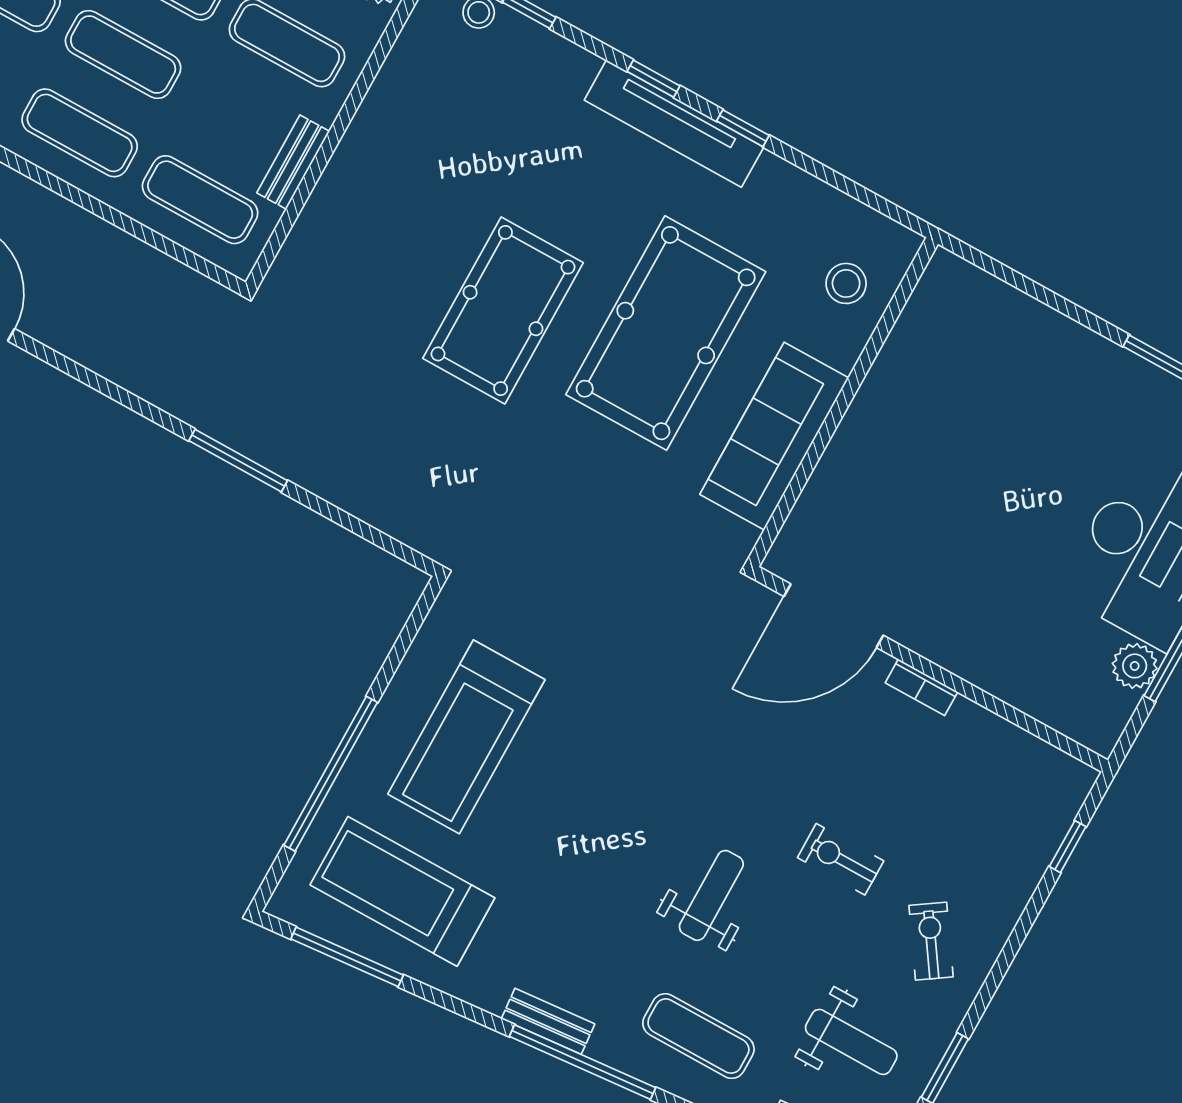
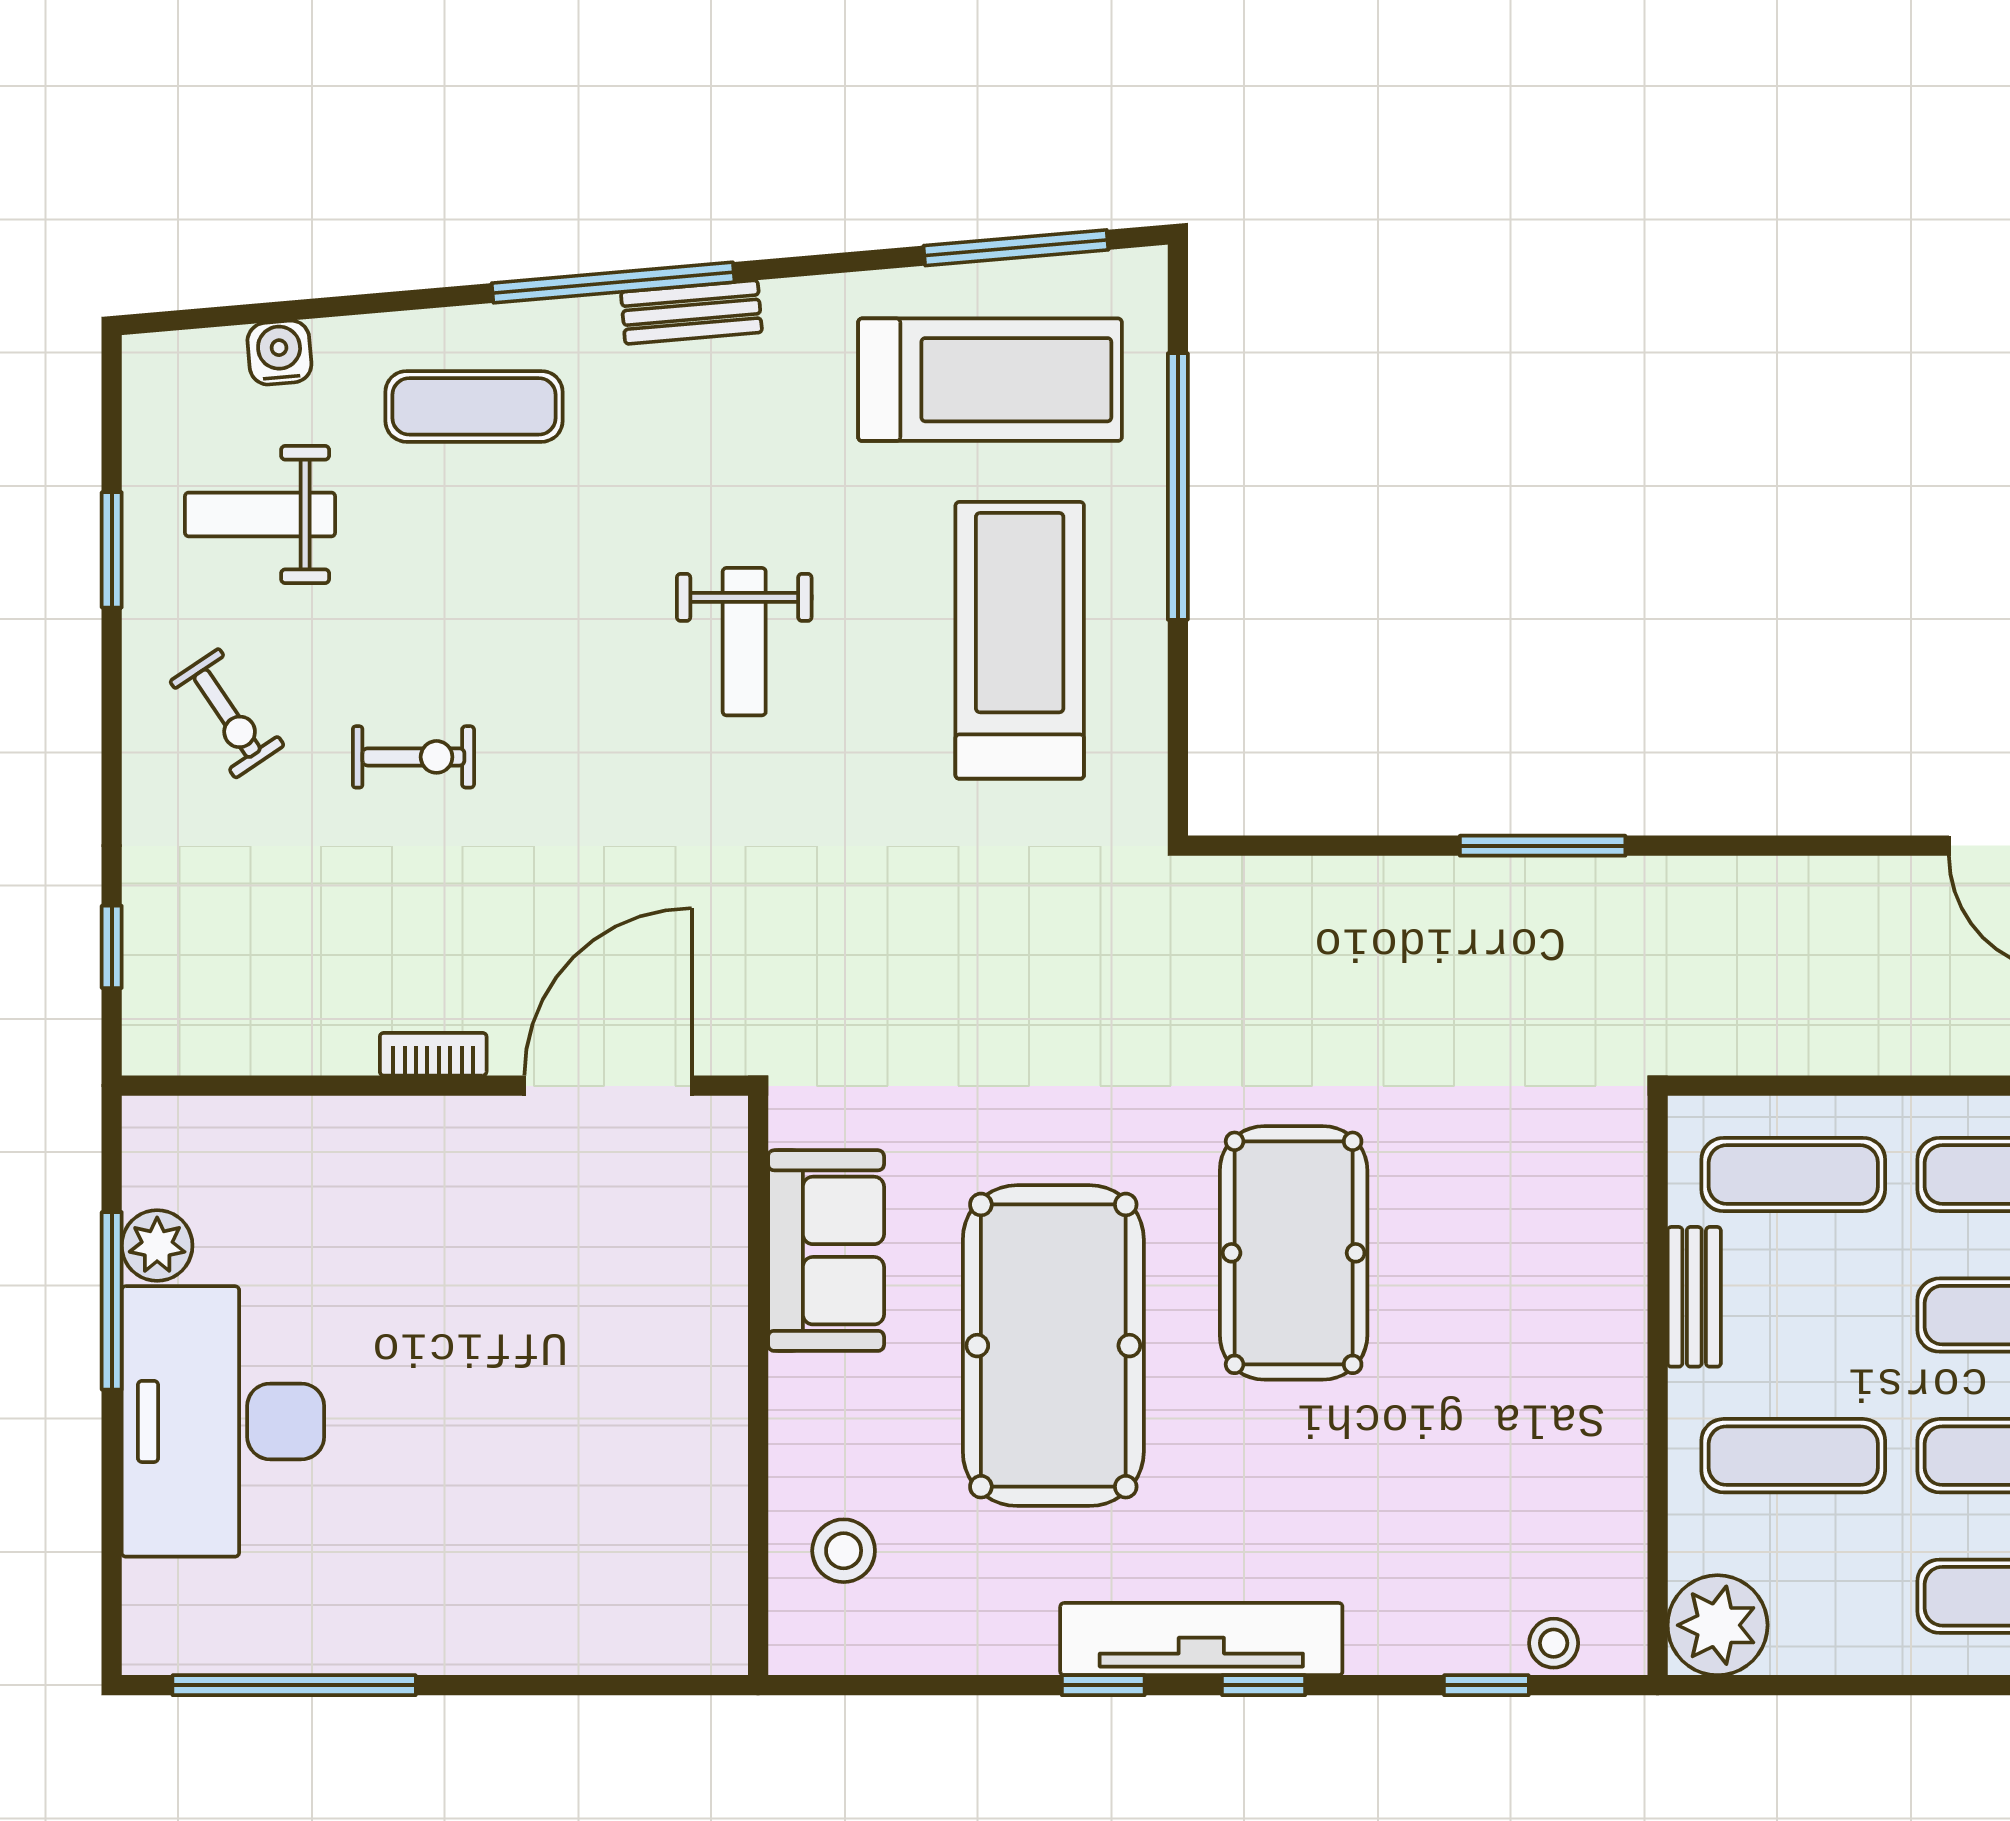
sofa: (774, 436) -> (826, 1251), width x0.73
weight bench: (711, 895) -> (744, 642), moved

